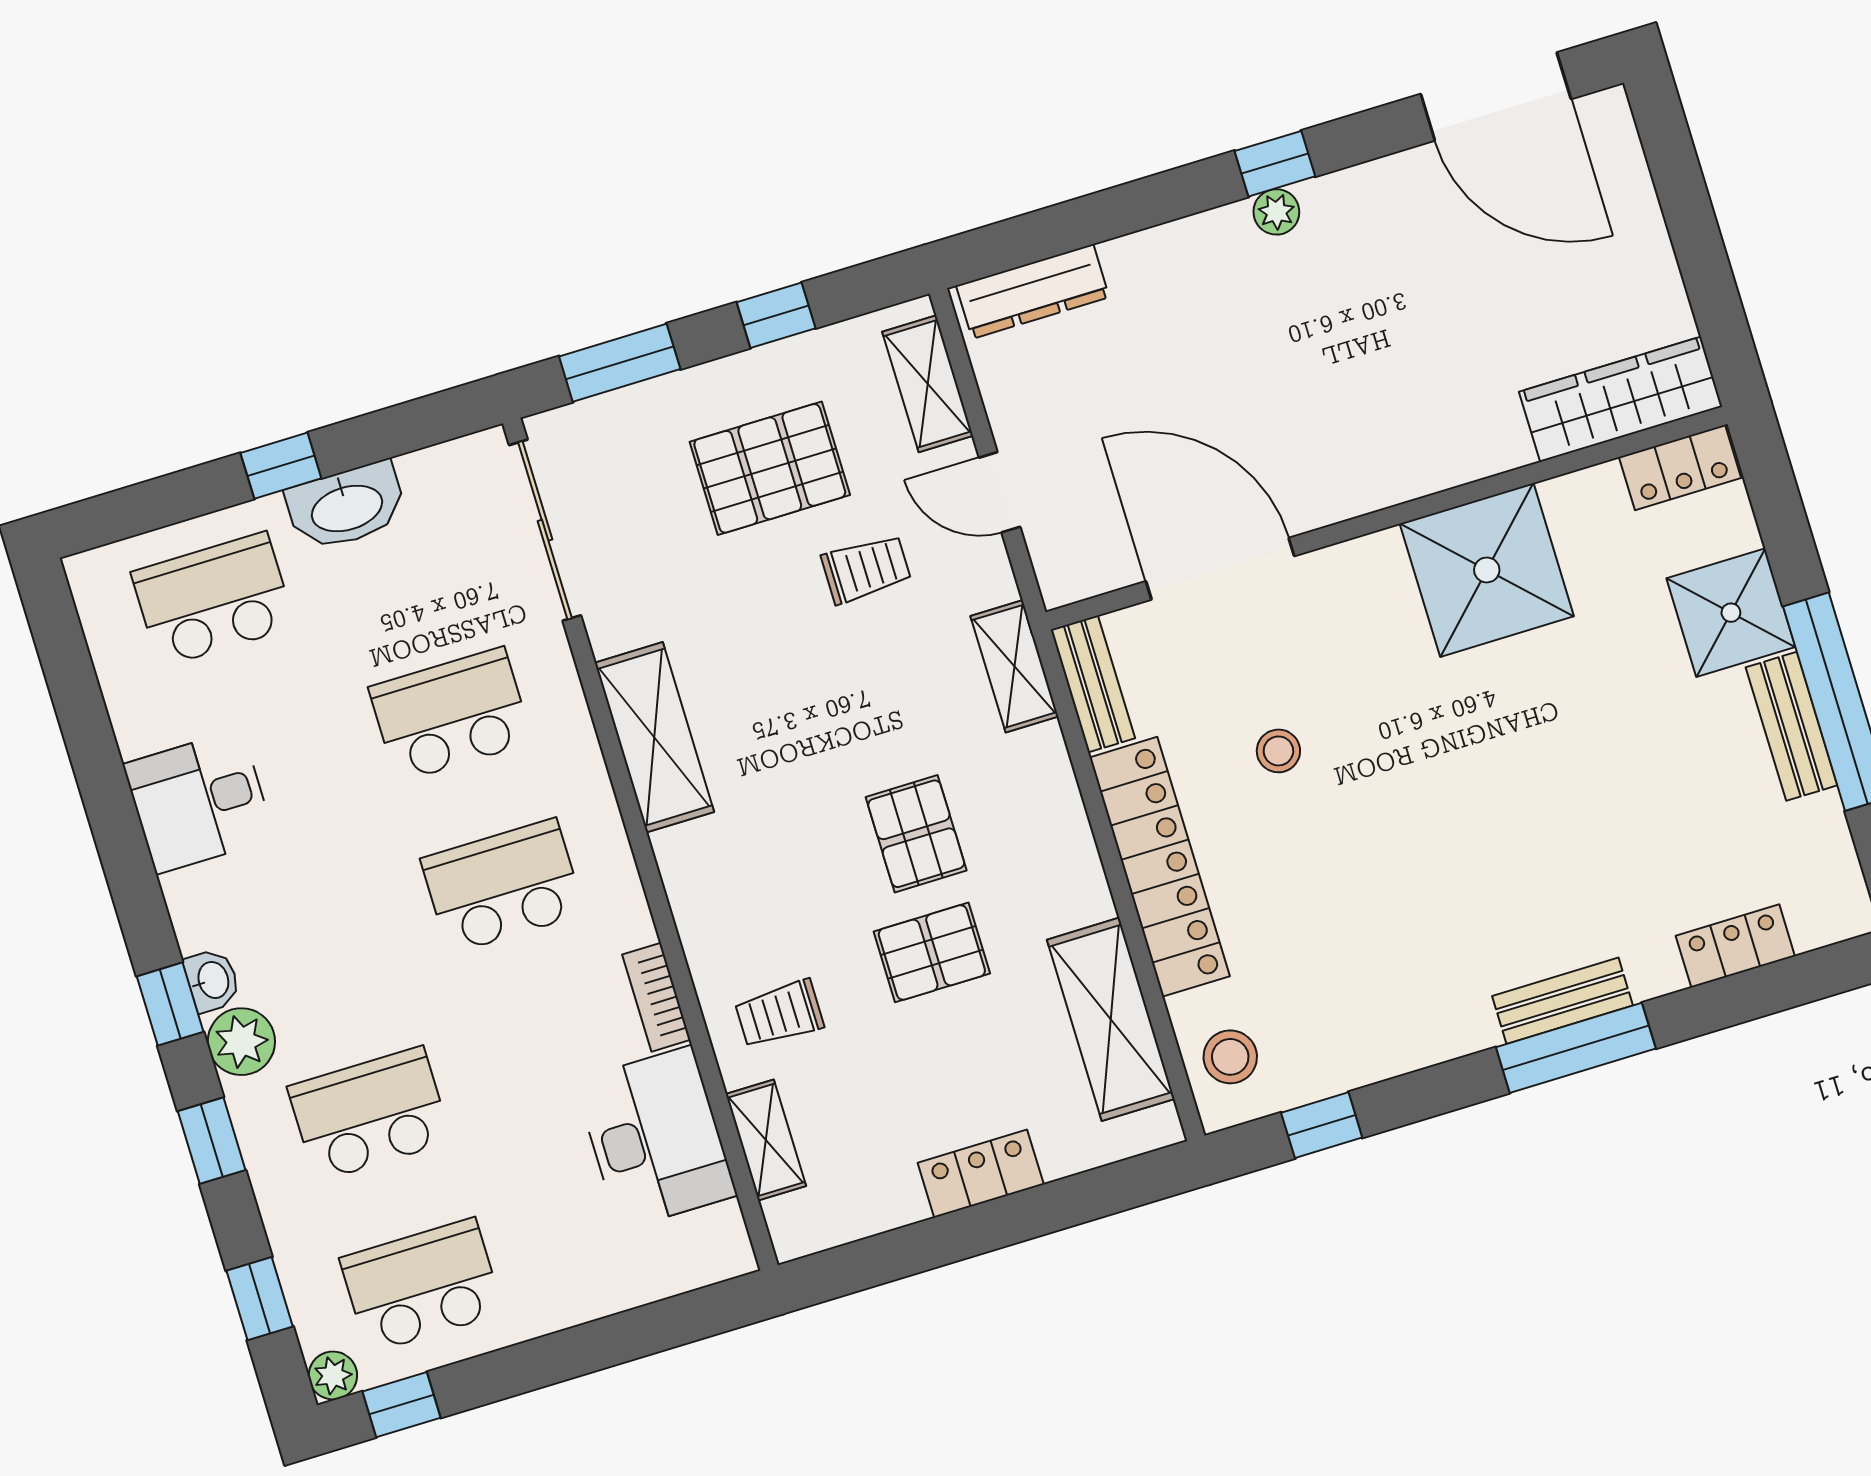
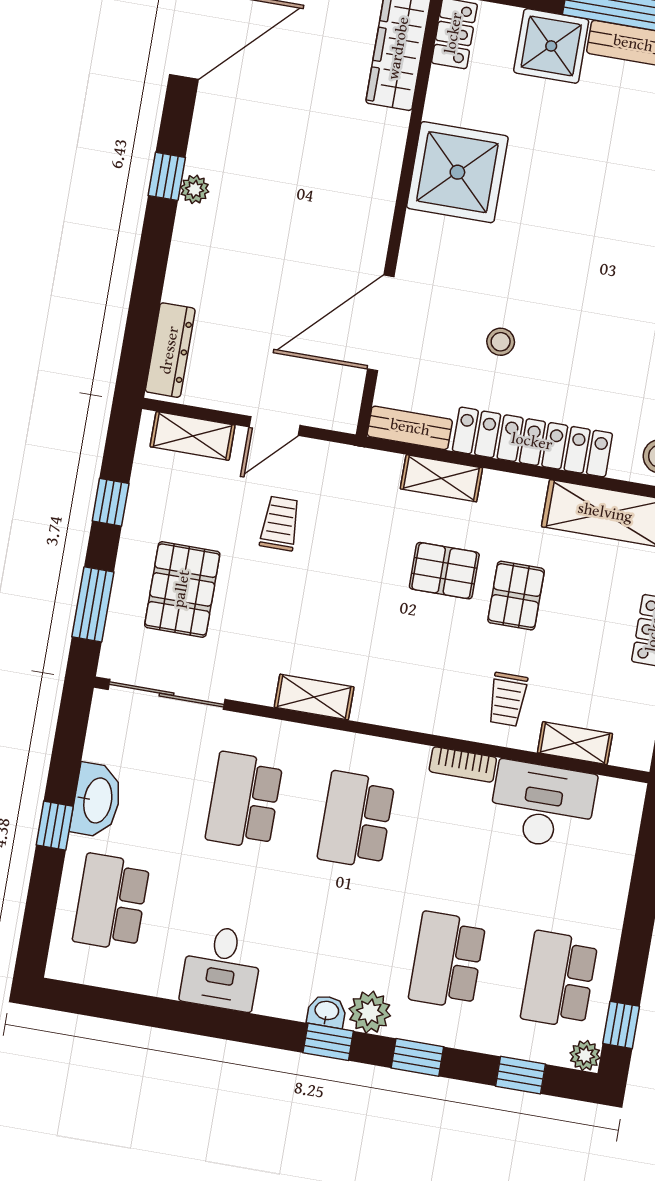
pallet: (770, 468) -> (182, 589), moved
shelving: (1014, 666) -> (441, 478), moved
shelving: (654, 737) -> (314, 697), width x0.67, depth x0.75

